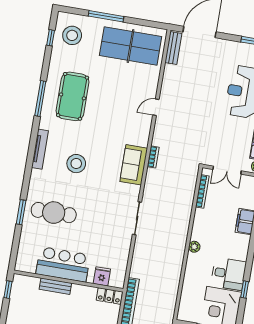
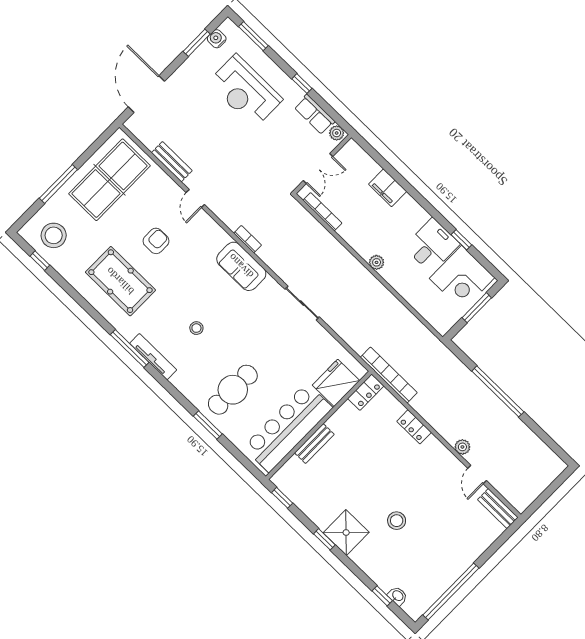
bench: (173, 48) -> (172, 162), moved
window: (40, 99) -> (130, 349), moved
armchair: (113, 101) -> (156, 241), added
stool: (76, 164) -> (196, 328), width x0.53, depth x0.53
bar counter: (63, 264) -> (288, 428), width x1.36
fridge: (102, 276) -> (336, 383), width x1.88, depth x1.34

